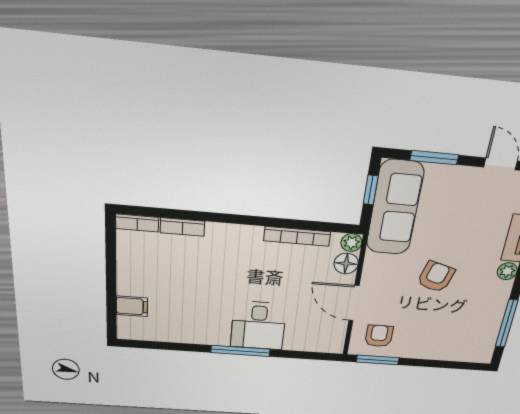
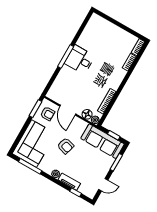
door: (354, 303) -> (68, 110), swing flipped
filing cabinet: (132, 306) -> (105, 26), removed
desk: (258, 326) -> (80, 60), moved
corner sofa: (454, 335) -> (34, 144), added

